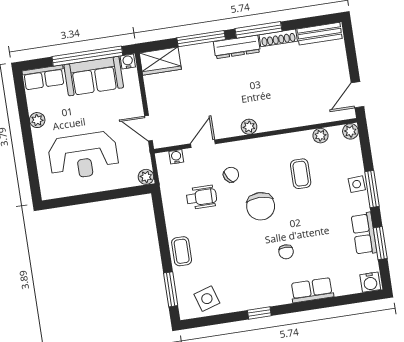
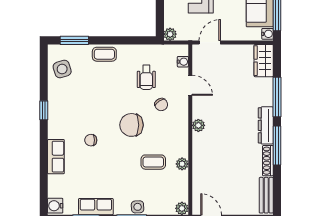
plant: (320, 136) -> (182, 164), moved

